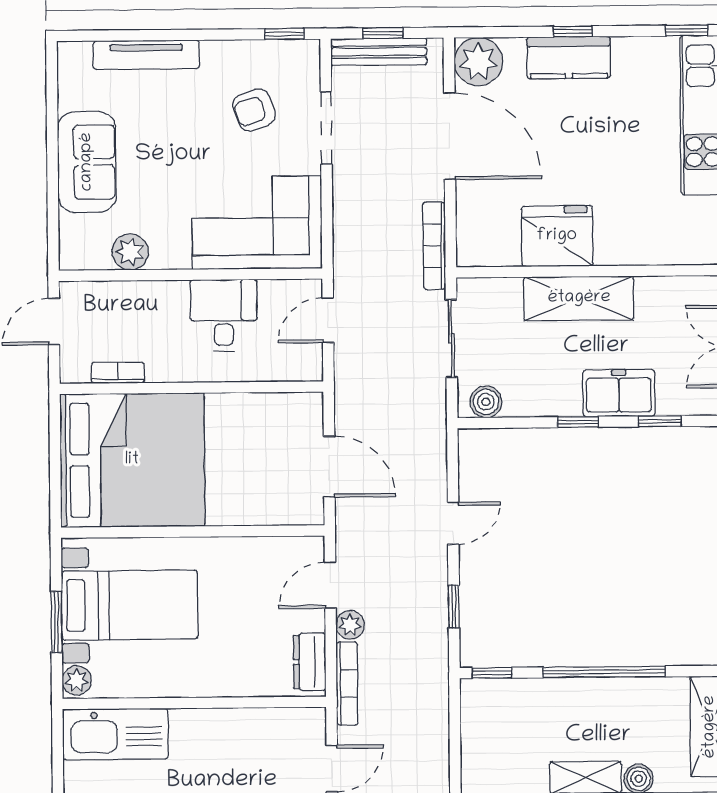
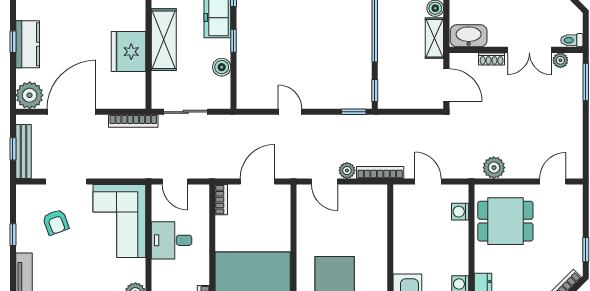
window: (284, 34) -> (13, 235), moved
boiler: (486, 402) -> (222, 67), moved
bookcase: (296, 403) -> (221, 200), added
window: (454, 607) -> (354, 112), moved
dresser: (310, 662) -> (368, 193), removed

